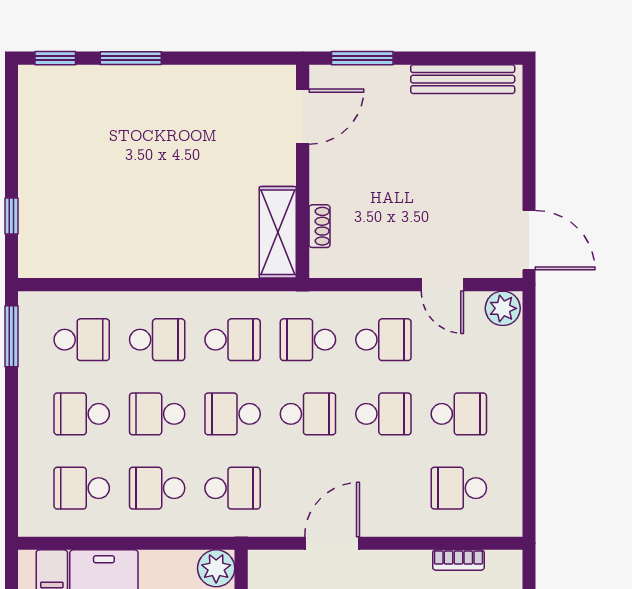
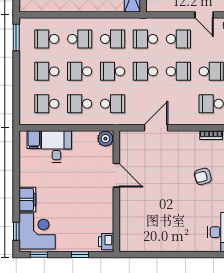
school desk: (82, 340) -> (47, 39), turned 180
school desk: (308, 414) -> (145, 71), turned 180

